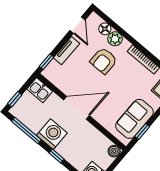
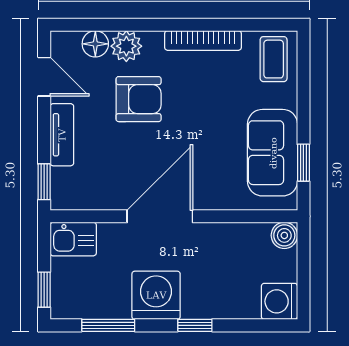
armchair: (104, 61) -> (139, 99), turned -90
window: (26, 131) -> (108, 325), width x0.69

